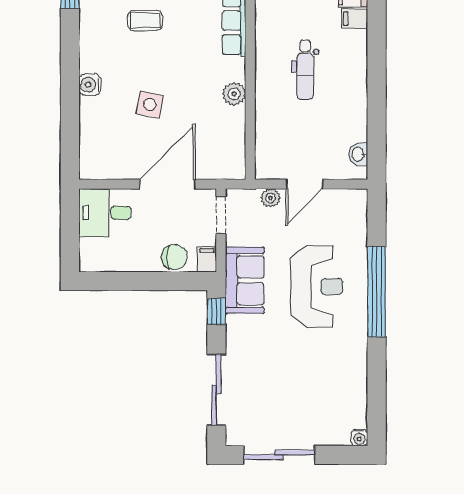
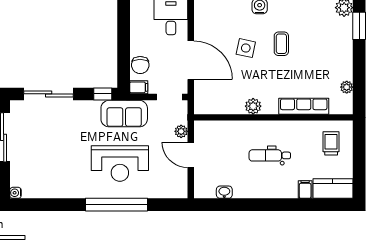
coffee table: (145, 20) -> (281, 44), moved
washbasin: (358, 154) -> (224, 192), moved

